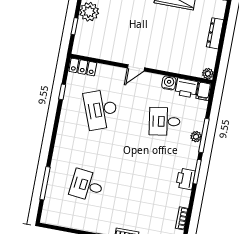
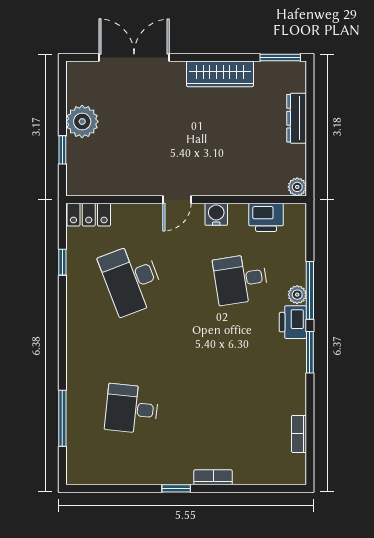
water cooler: (169, 83) -> (216, 214), moved
filing cabinet: (204, 91) -> (296, 217), removed
printer: (186, 179) -> (293, 322), moved

